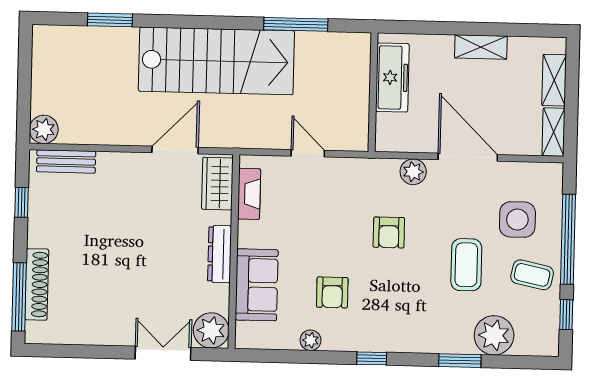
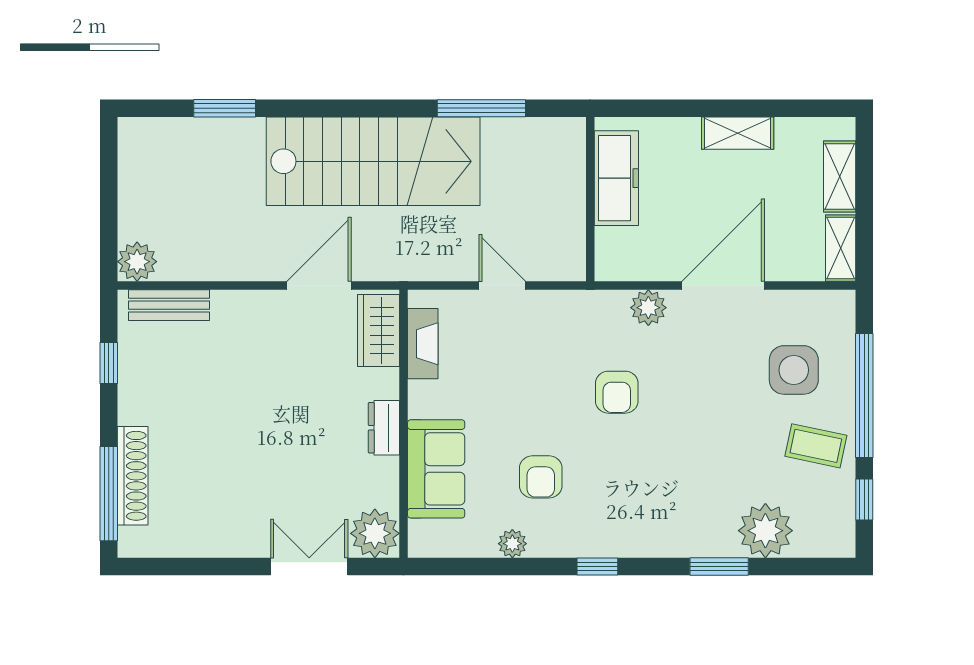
door: (468, 157) -> (723, 286), hinge flipped
dresser: (220, 254) -> (384, 428), width x0.70
coffee table: (466, 265) -> (725, 434), removed

